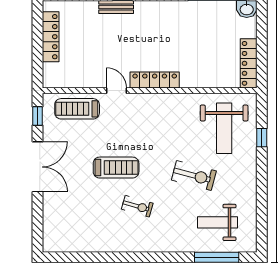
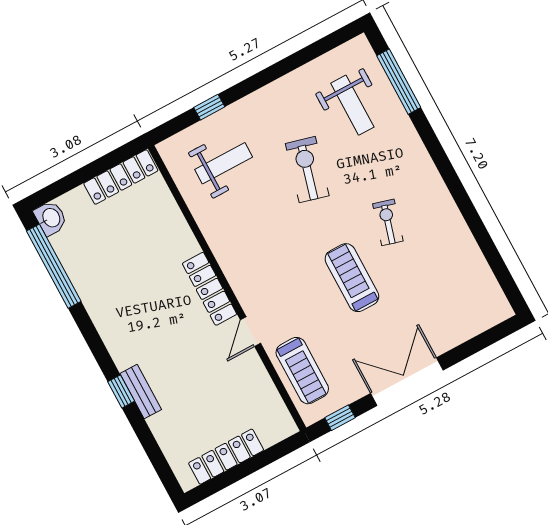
weight bench: (224, 128) -> (224, 163), width x0.73, depth x0.75

